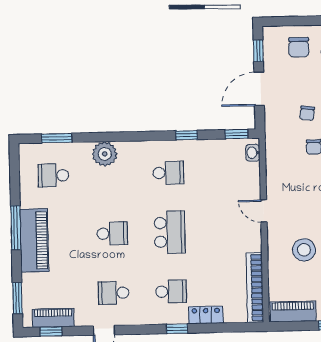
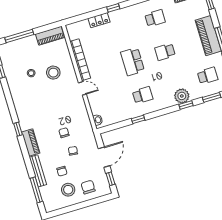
window: (236, 134) -> (186, 105), moved
school desk: (168, 173) -> (143, 95), turned 180
bookcase: (255, 288) -> (80, 60), moved
school desk: (171, 292) -> (122, 28), removed

